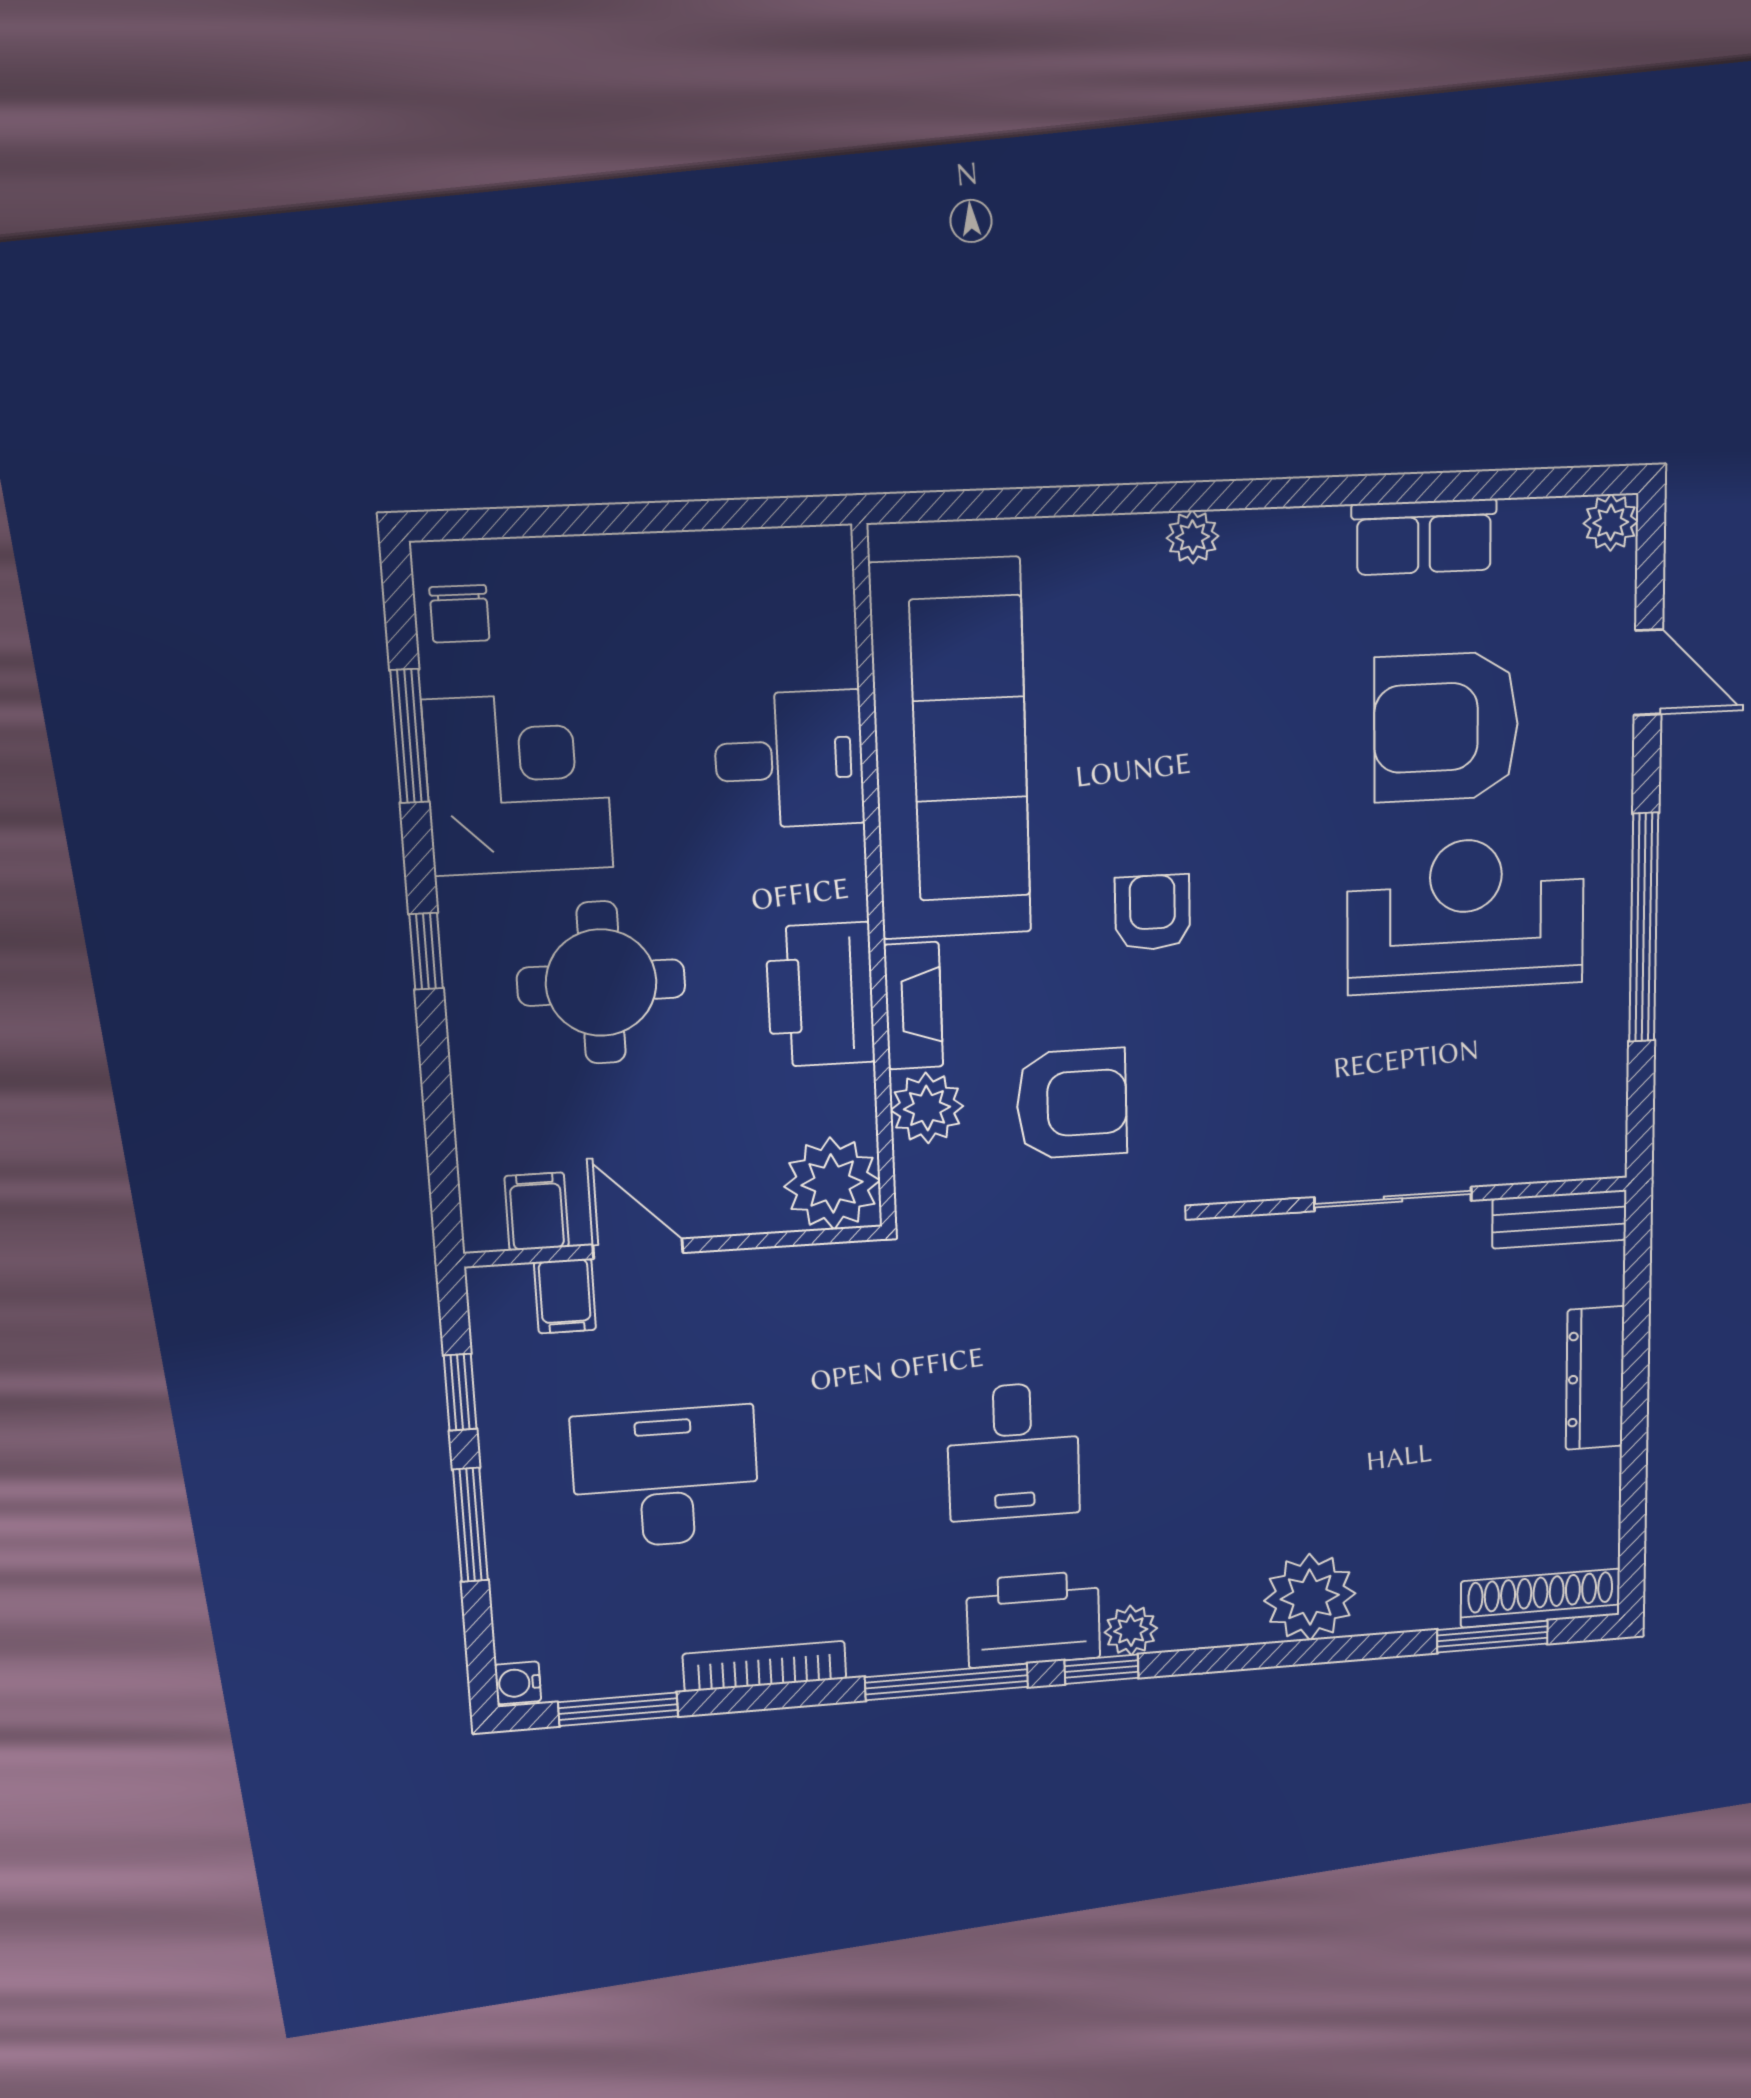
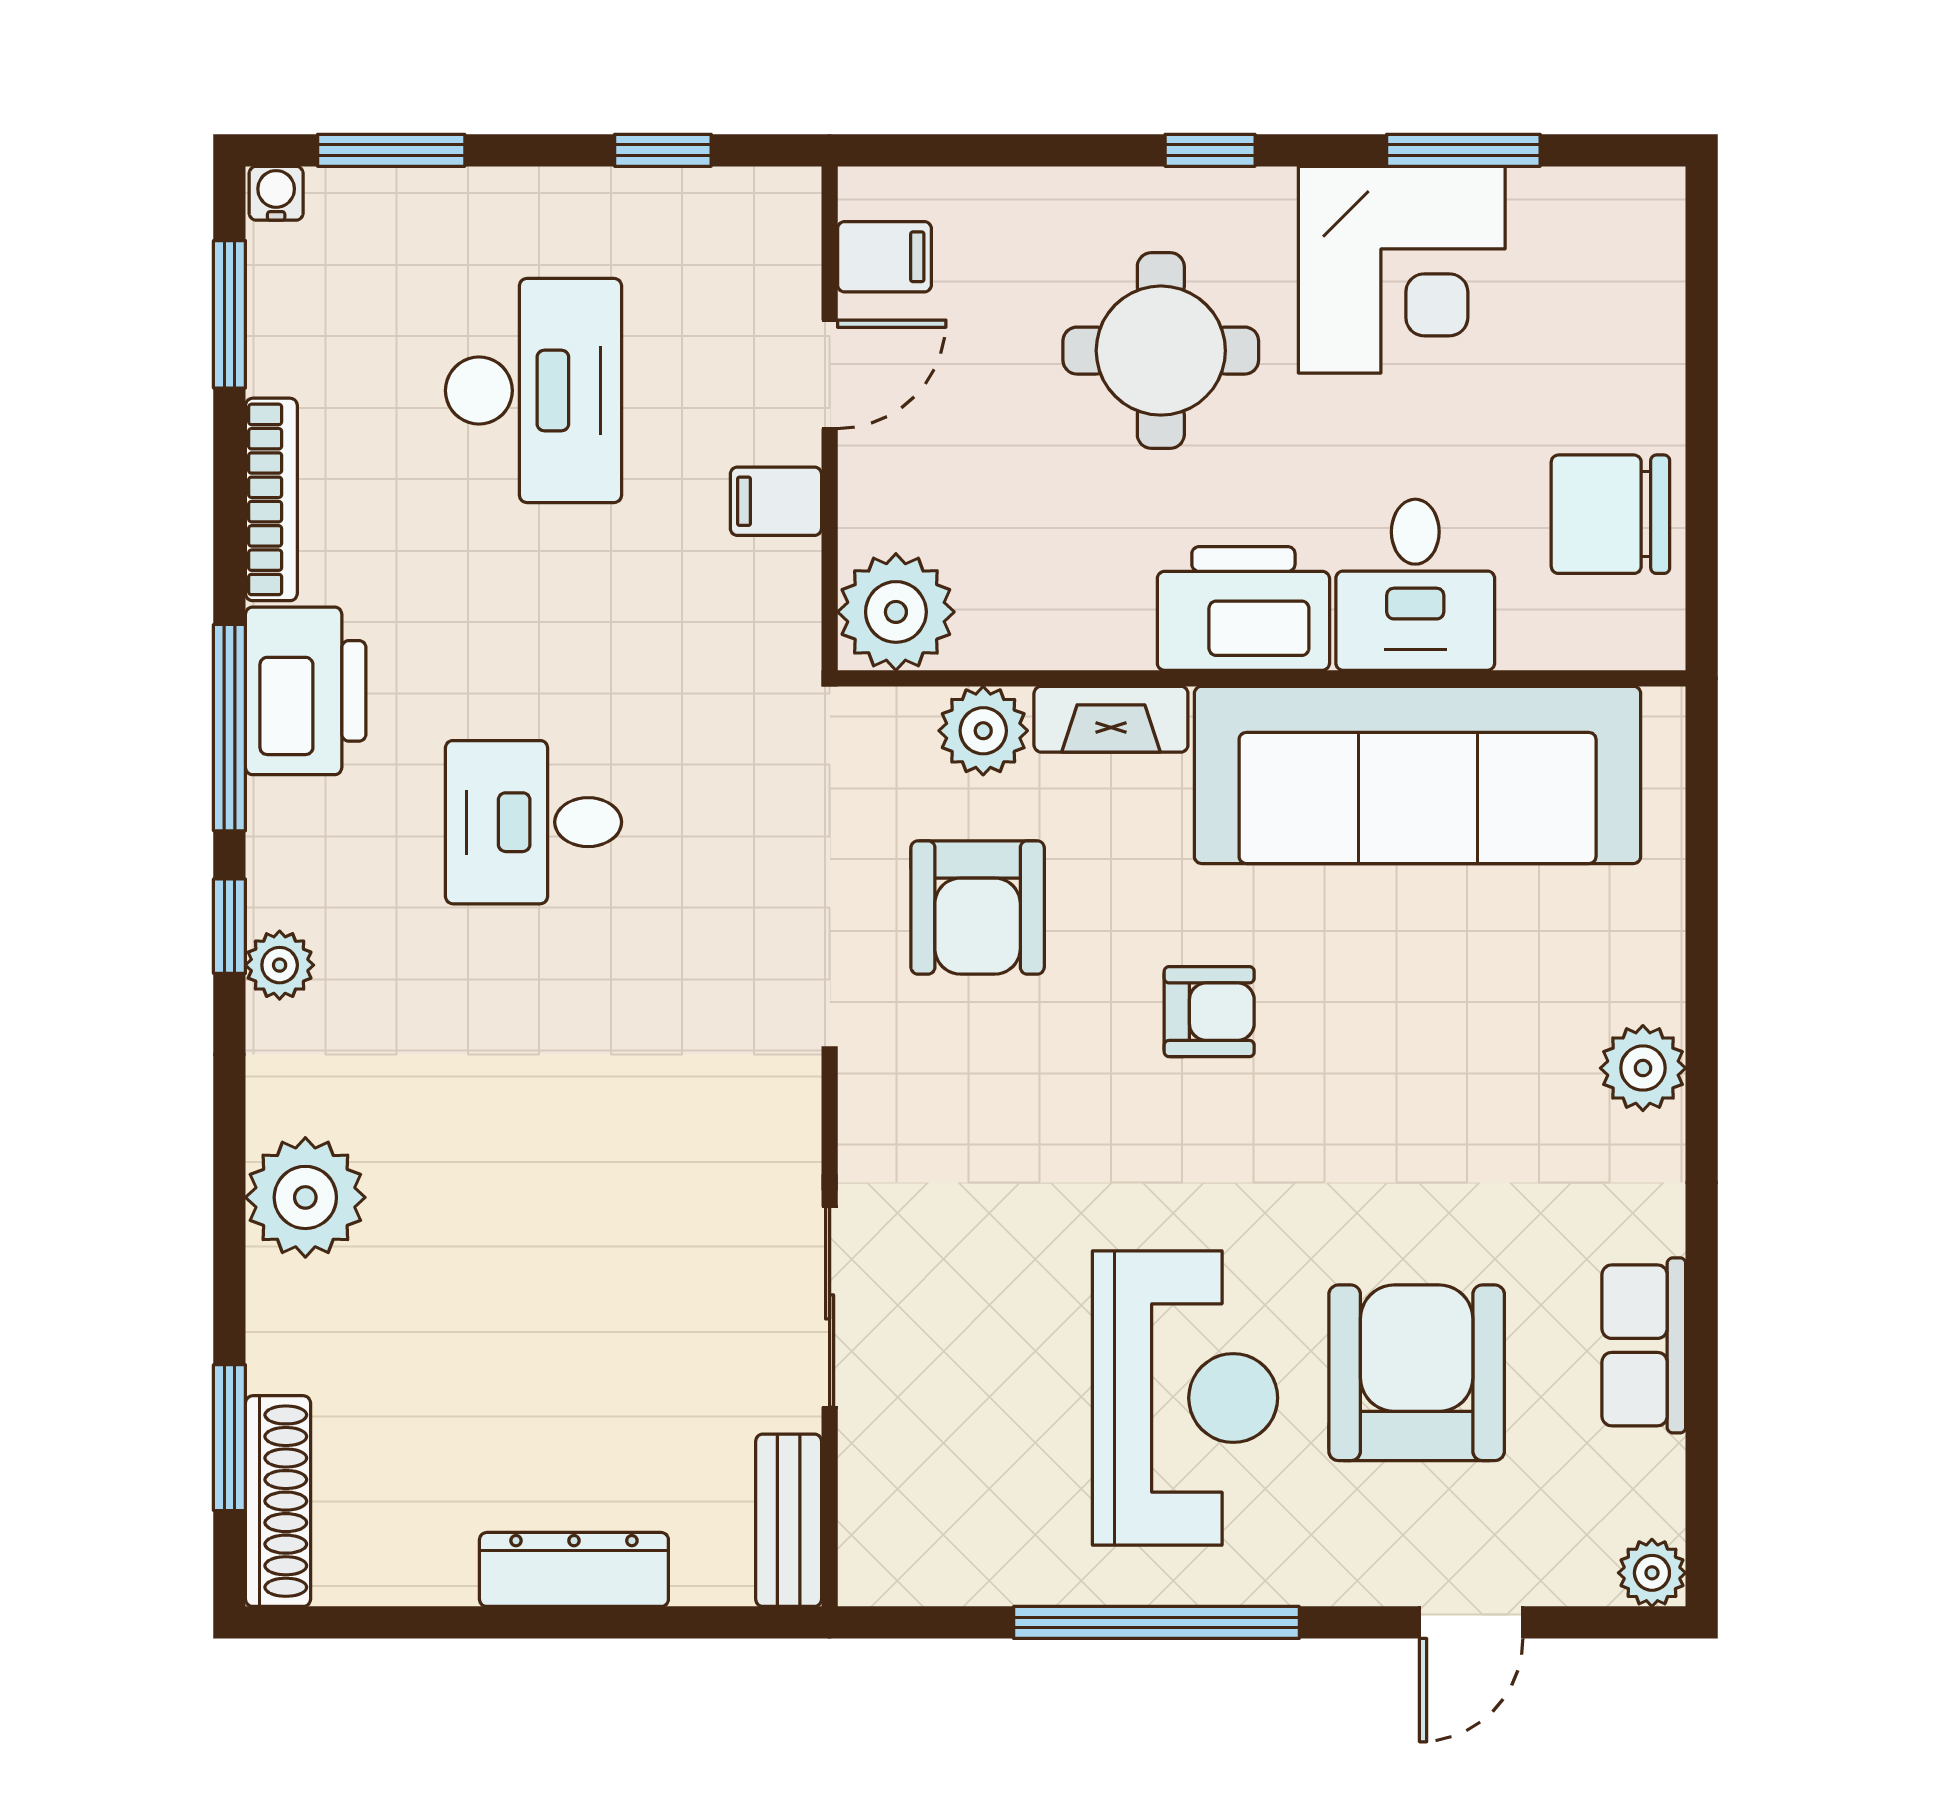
plant: (1193, 537) -> (1643, 1068), width x1.38, depth x1.38
chair: (459, 614) -> (1610, 514), moved, width x1.87, depth x1.87
printer: (820, 995) -> (1243, 608), moved
filing cabinet: (565, 1296) -> (776, 501), moved
window: (470, 1525) -> (391, 150), moved
printer: (1033, 1619) -> (306, 691), moved

